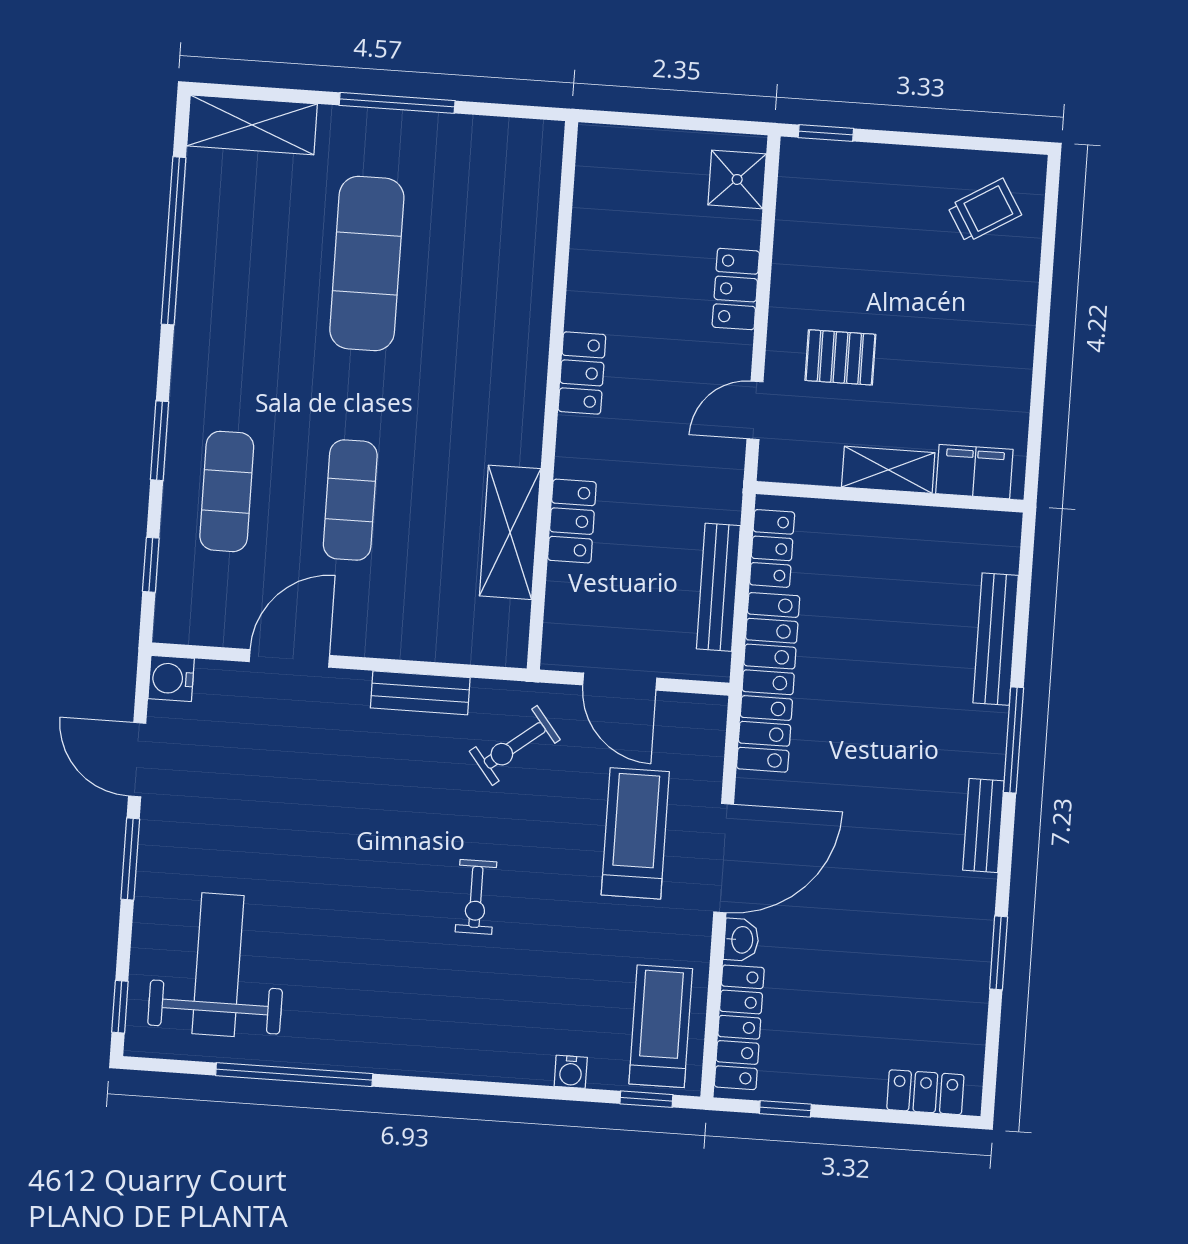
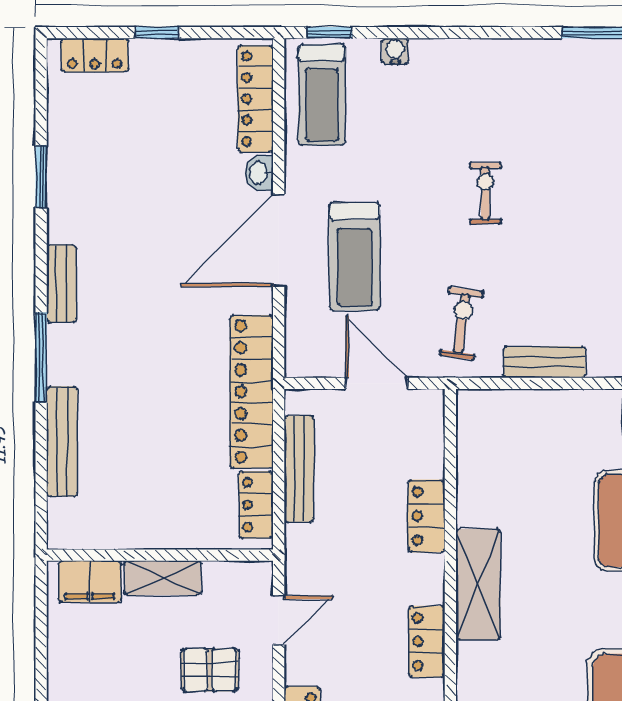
shelving: (510, 532) -> (478, 584), moved
exercise bike: (515, 745) -> (462, 323), turned -44
window: (785, 1109) -> (157, 33), moved

